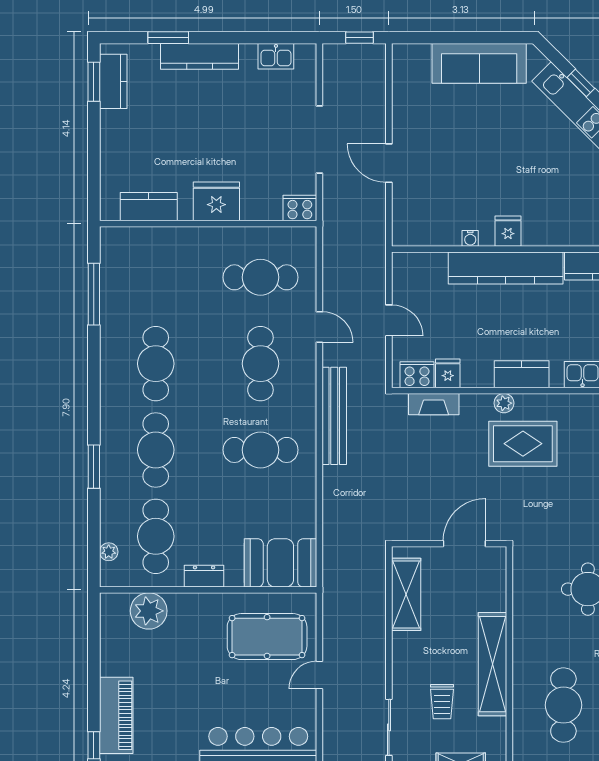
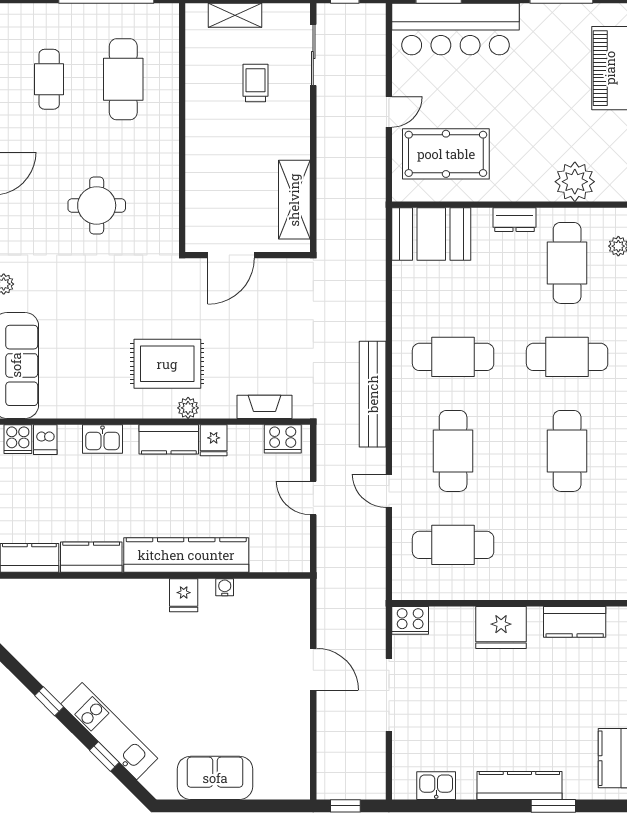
sofa: (479, 63) -> (215, 778), width x0.73
fridge: (448, 373) -> (214, 440), moved
cafe table: (156, 450) -> (567, 357), turned 90
shelving: (493, 664) -> (200, 124), removed

